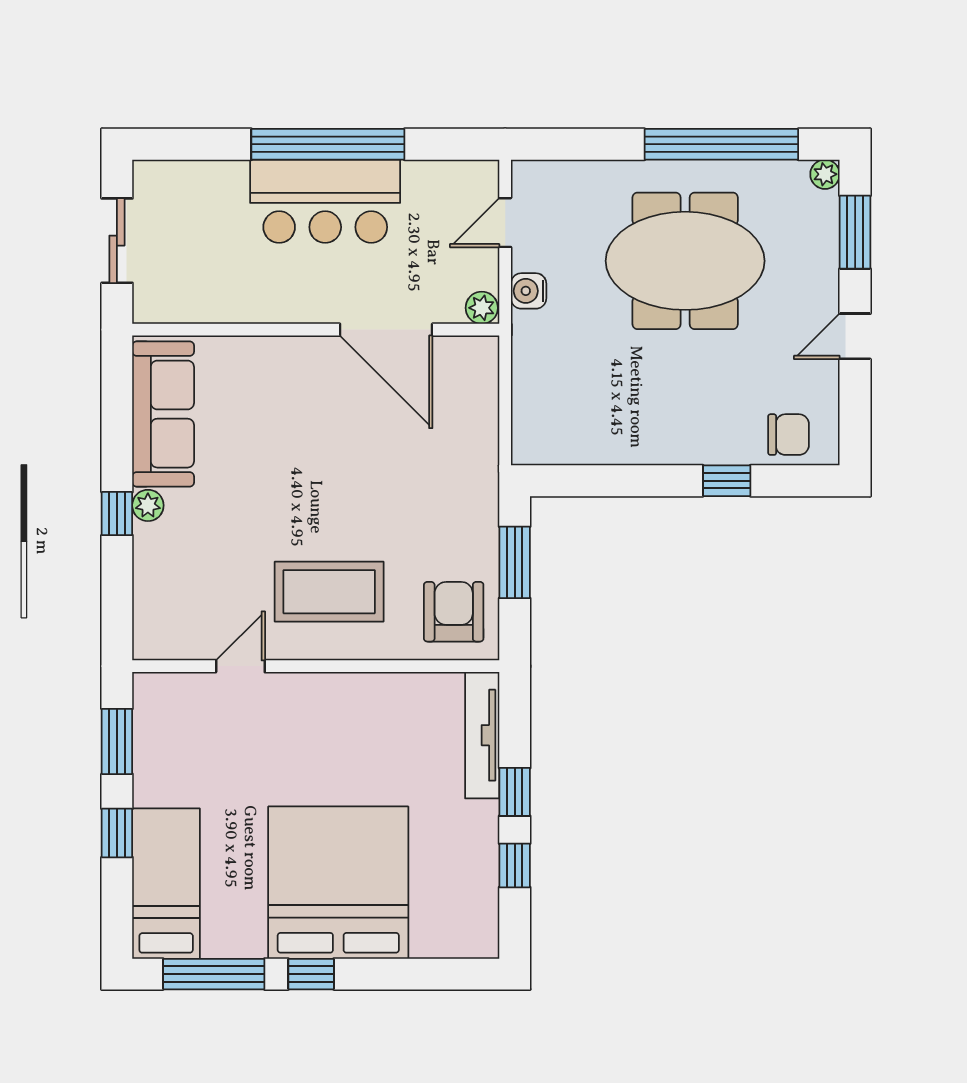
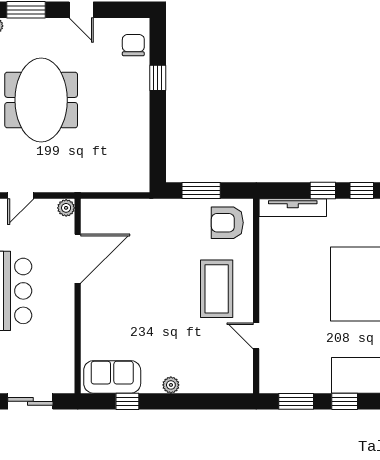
door: (505, 223) -> (21, 195), hinge flipped
water cooler: (529, 291) -> (57, 183), removed
sofa: (163, 414) -> (112, 377), width x0.73
window: (117, 514) -> (127, 401), moved

